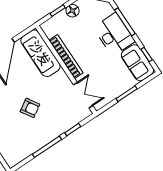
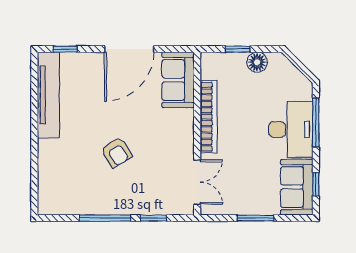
sofa: (40, 53) -> (178, 80), width x0.73

